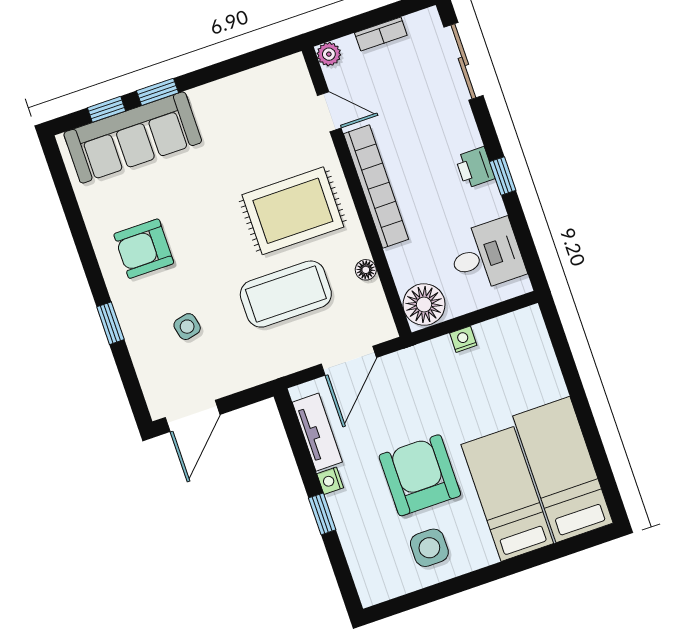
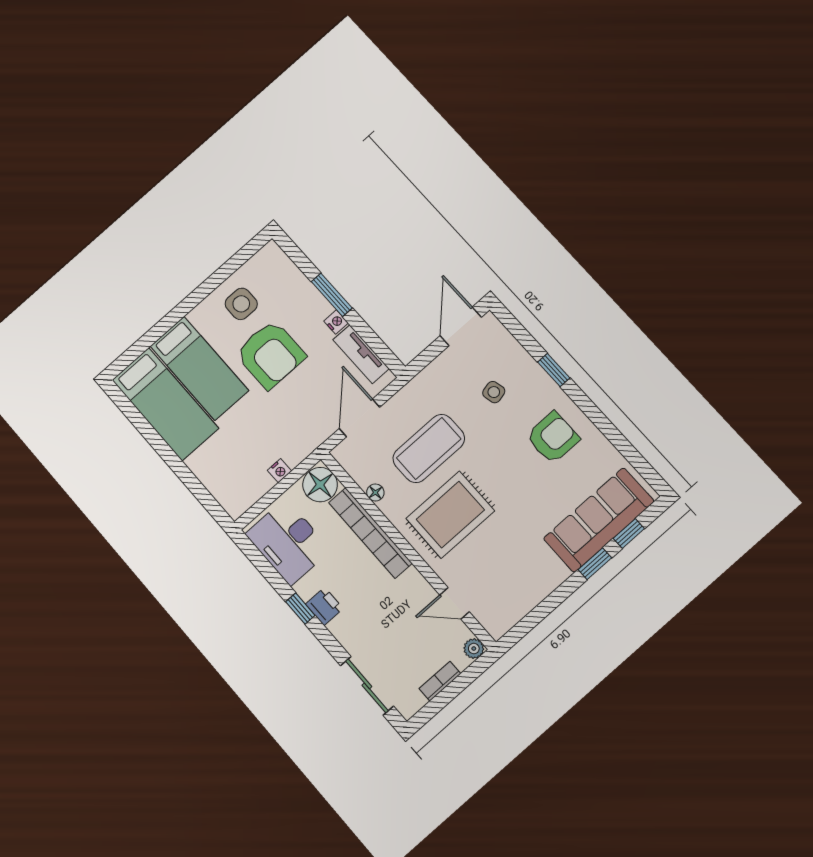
bookcase: (376, 186) -> (370, 533), moved
desk: (486, 255) -> (288, 542), width x1.37
window: (322, 514) -> (332, 295), width x1.50

